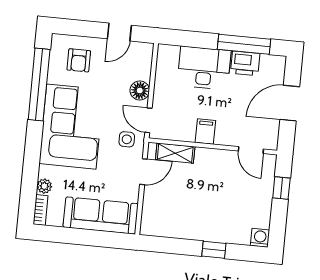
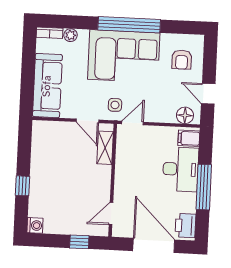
window: (244, 44) -> (204, 187), moved
armchair: (79, 60) -> (182, 60), turned -90
printer: (245, 63) -> (185, 226), moved
window: (39, 84) -> (129, 25), moved
floor lamp: (140, 91) -> (185, 115), moved
door: (290, 103) -> (154, 245), width x1.36
filing cabinet: (205, 132) -> (189, 138), moved, turned 180

